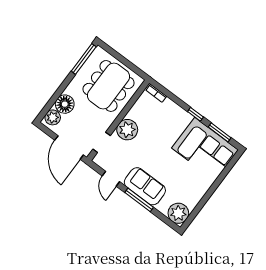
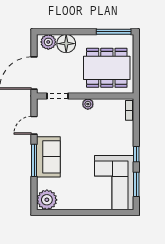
plant: (127, 130) -> (88, 104), width x0.53, depth x0.53

